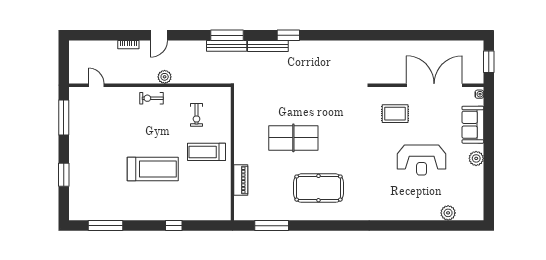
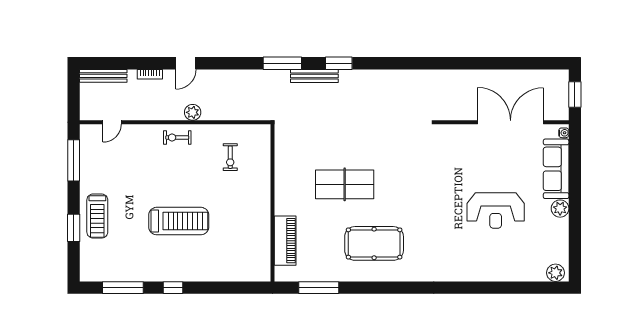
window: (227, 35) -> (282, 63), moved
bench: (227, 46) -> (103, 76), moved
door: (96, 85) -> (112, 122), swing flipped
rug: (395, 114) -> (464, 156), removed
sofa: (473, 125) -> (556, 169), width x1.36
treadmill: (206, 152) -> (97, 216), moved, turned -90
piano: (241, 180) -> (285, 241), width x1.37, depth x1.33
plant: (448, 213) -> (556, 273), moved
window: (174, 226) -> (173, 288), moved

